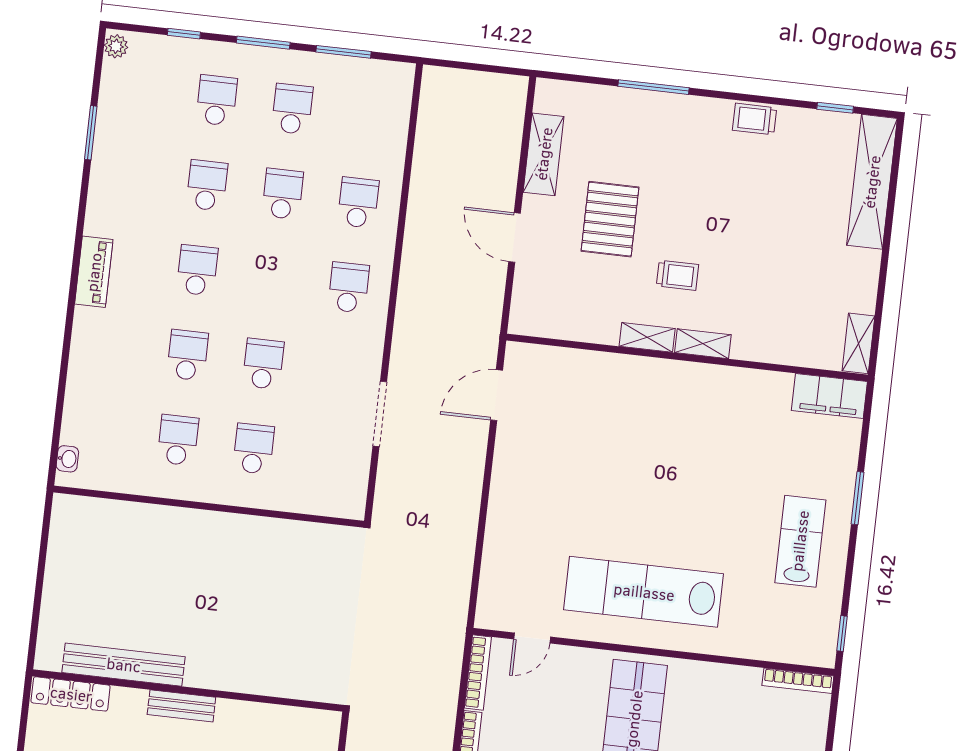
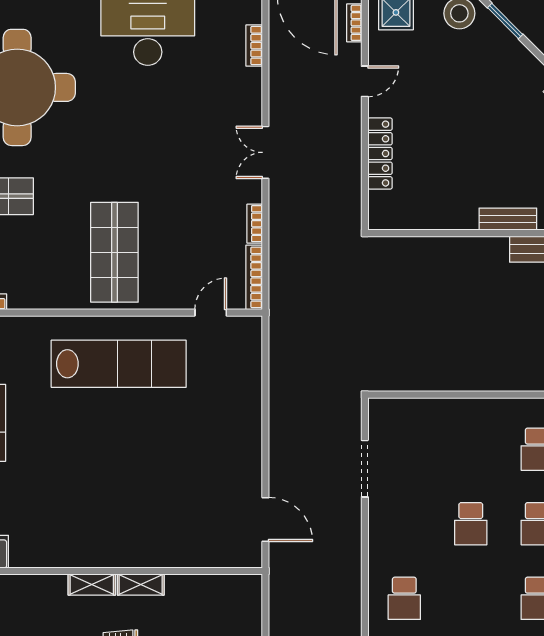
door: (497, 395) -> (265, 519), hinge flipped
doorway: (380, 414) -> (365, 469), moved
school desk: (254, 449) -> (471, 449), removed

